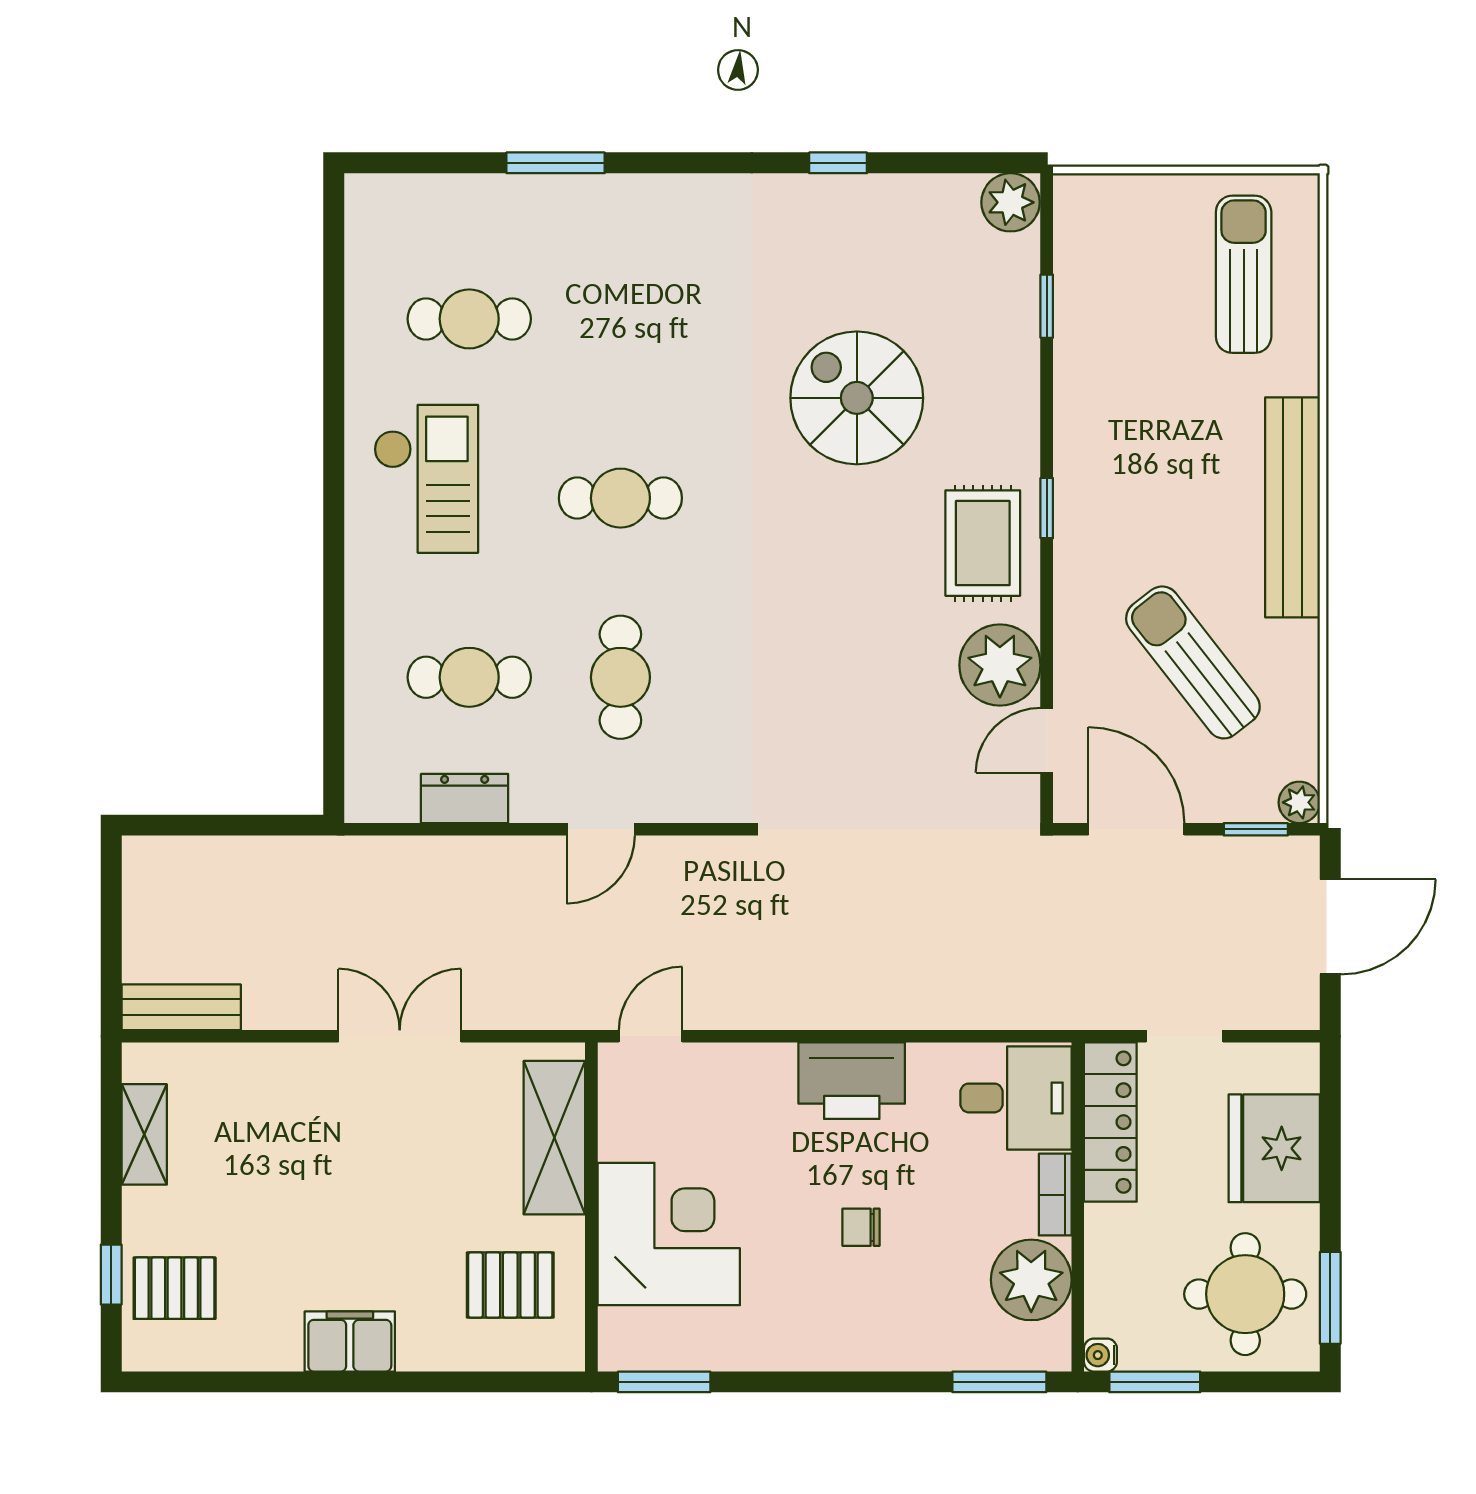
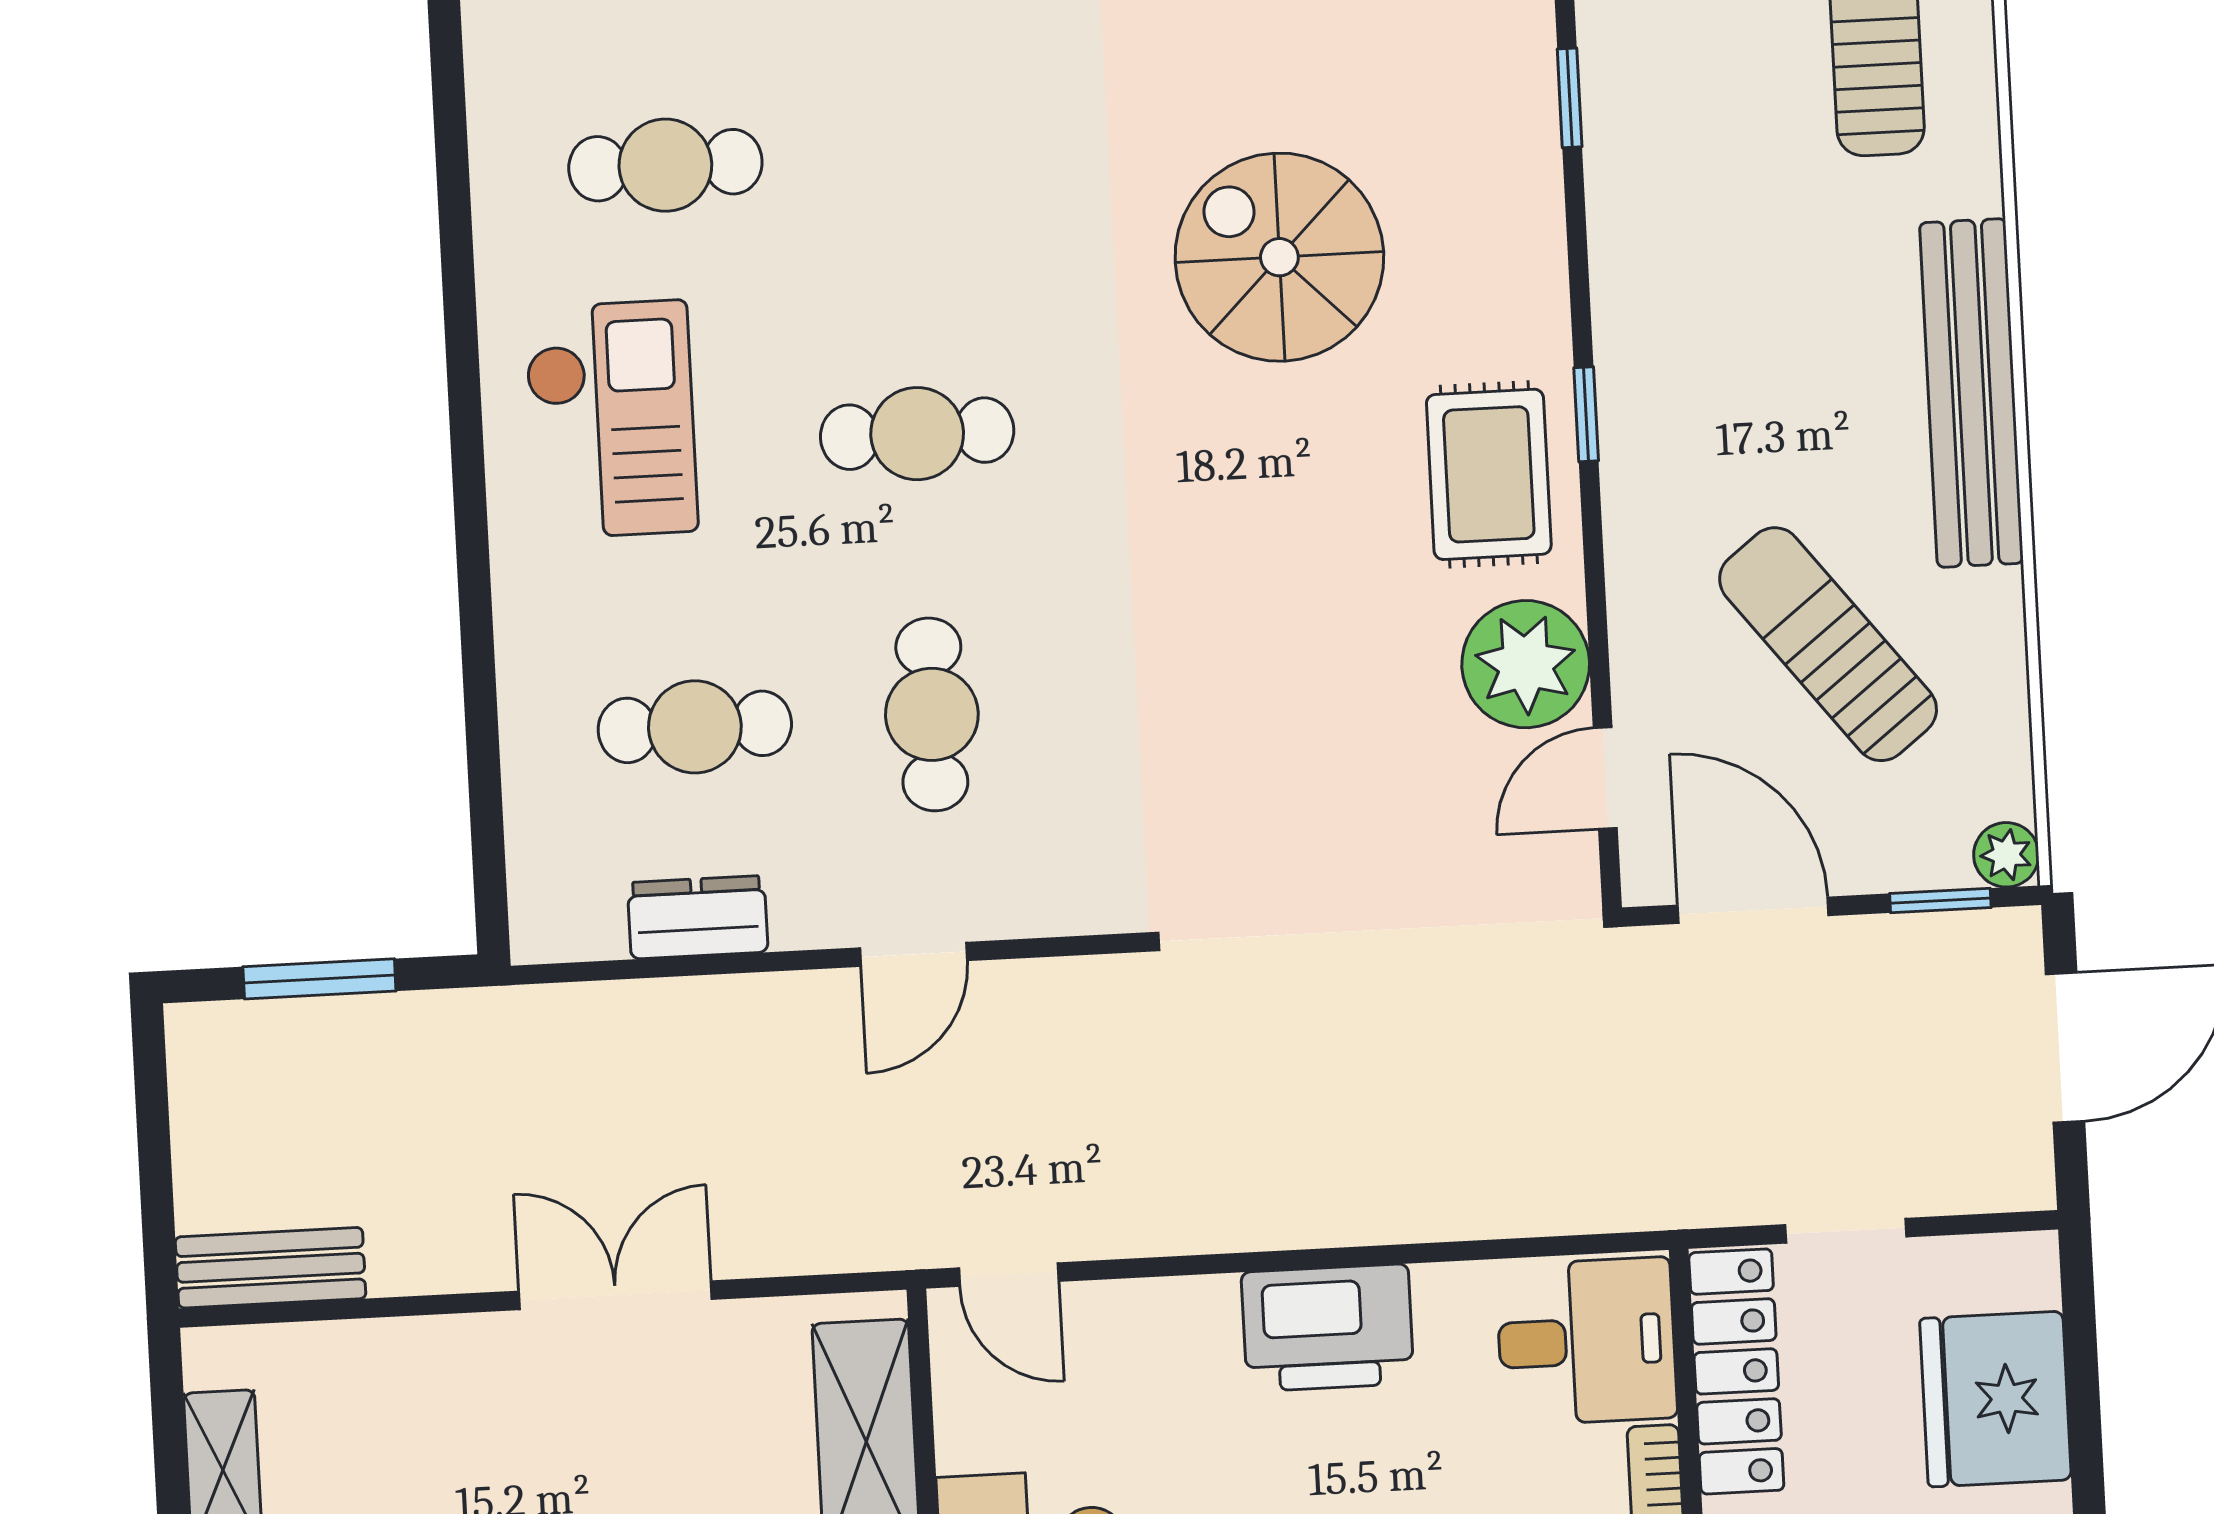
window: (222, 825) -> (319, 979), added
door: (651, 1036) -> (1009, 1275), swing flipped

